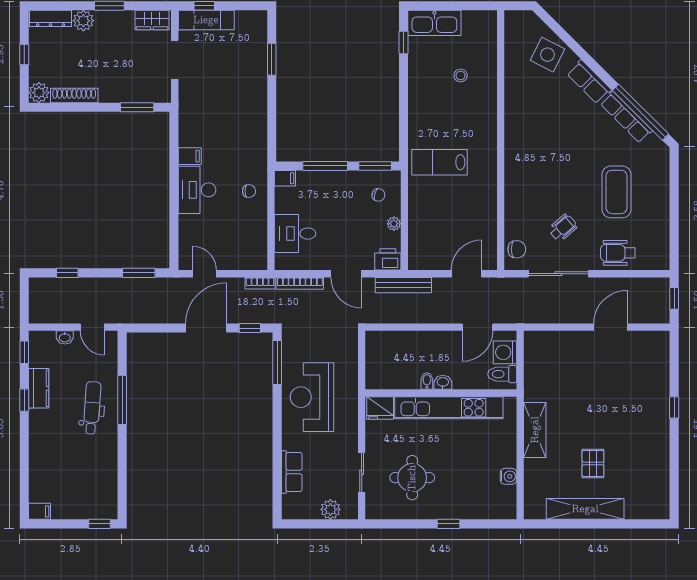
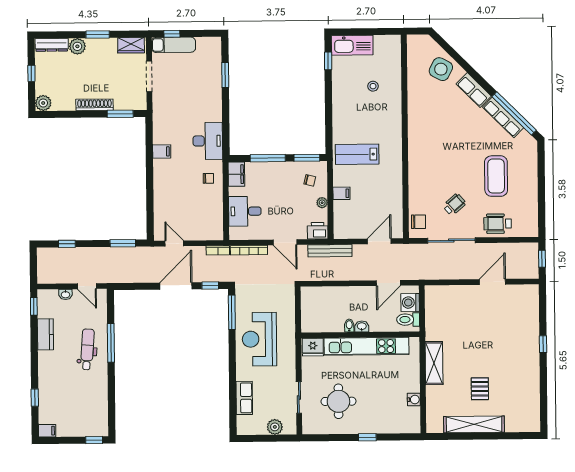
shoe rack: (74, 95) -> (94, 105), moved
filing cabinet: (285, 178) -> (236, 174), width x2.00
desk: (197, 190) -> (208, 141), moved, turned 180
filing cabinet: (419, 212) -> (341, 193), added
window: (24, 400) -> (35, 398), moved

